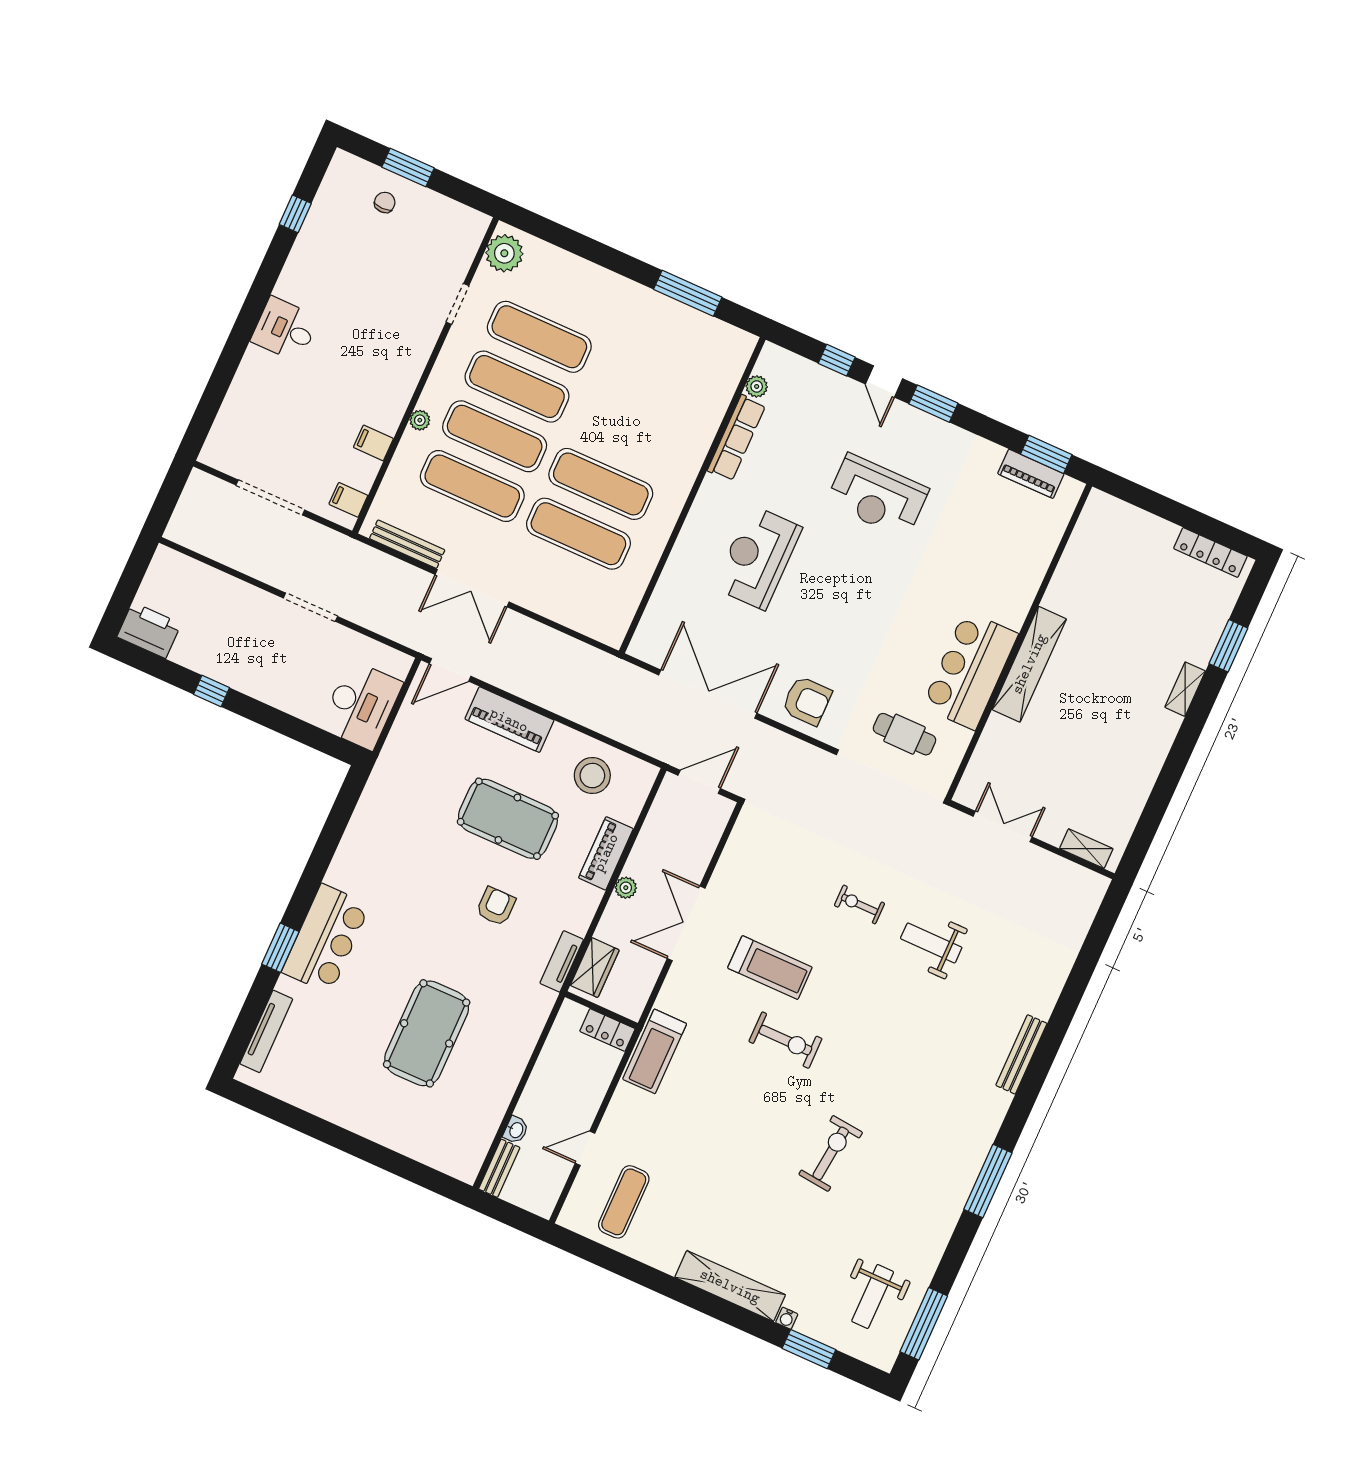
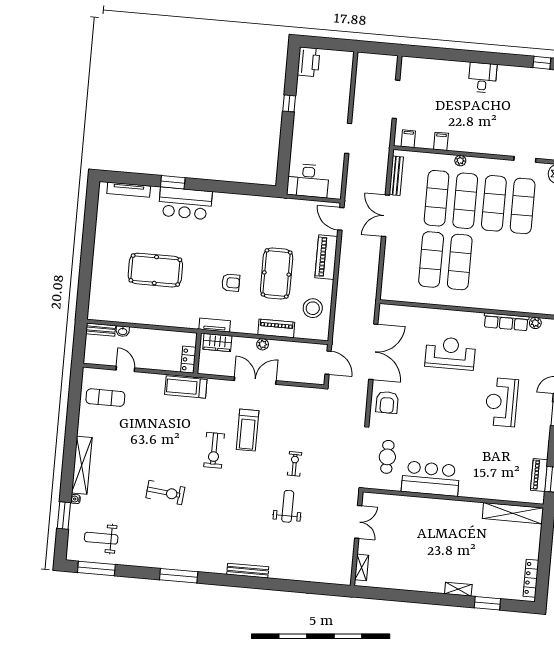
shelving: (1029, 664) -> (513, 513), moved

